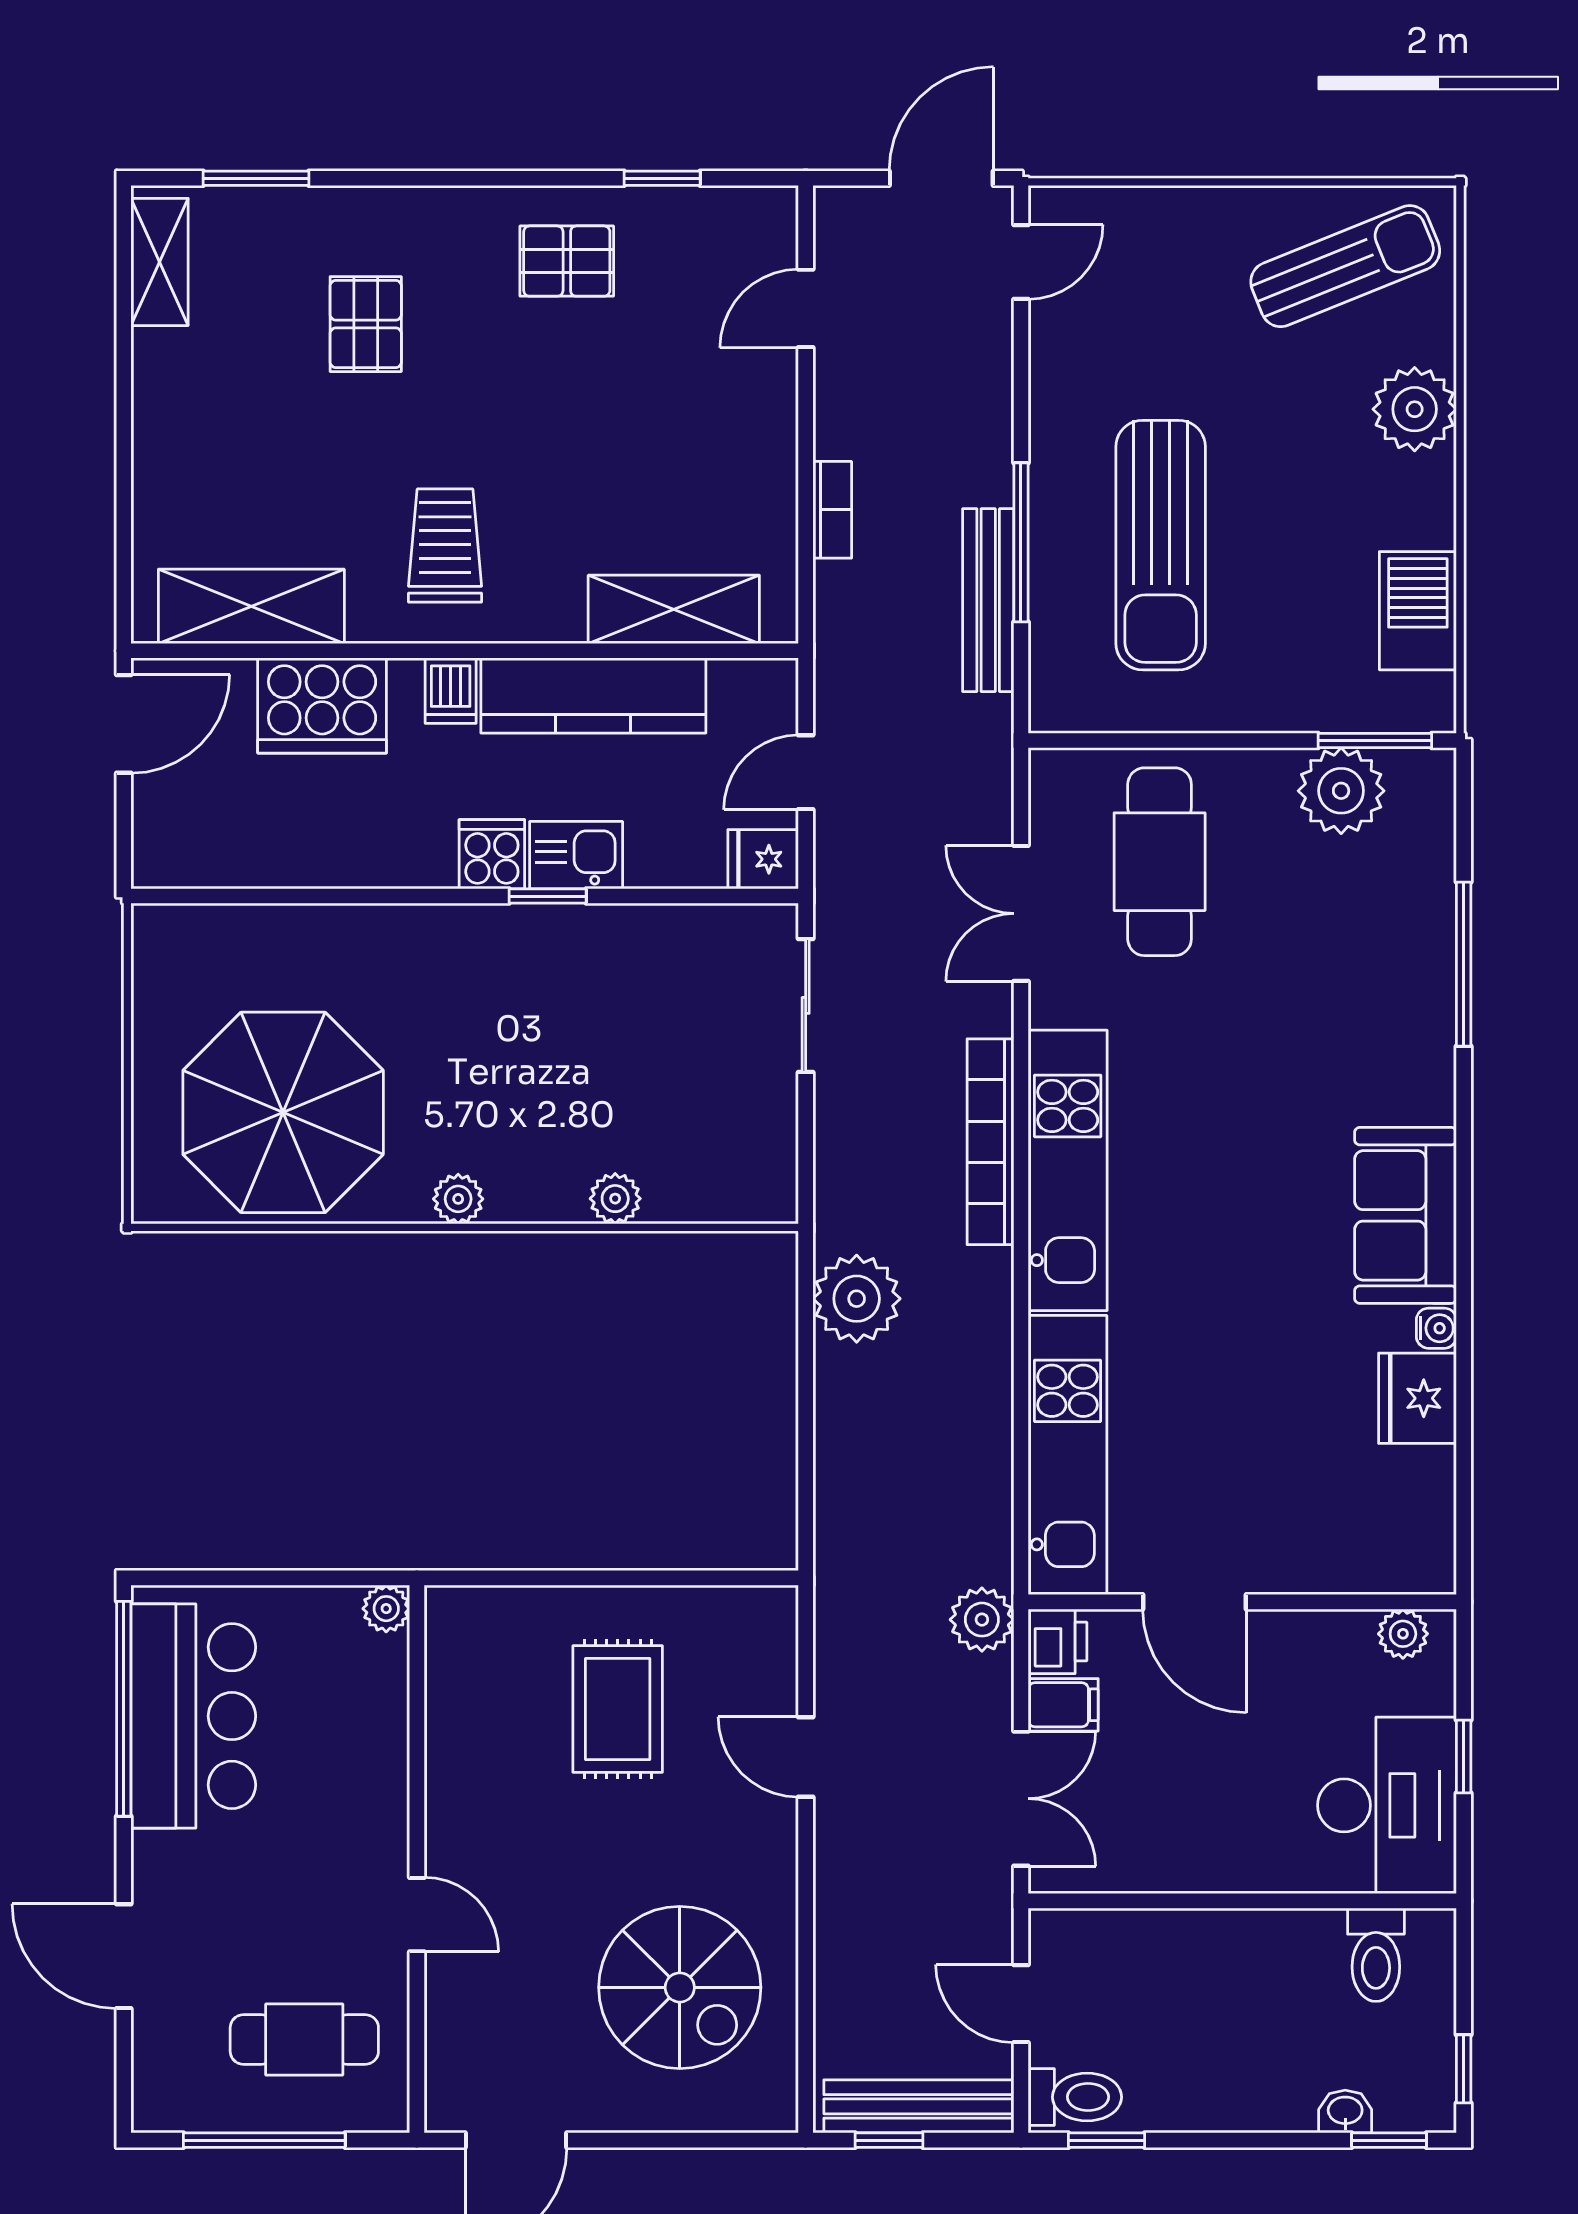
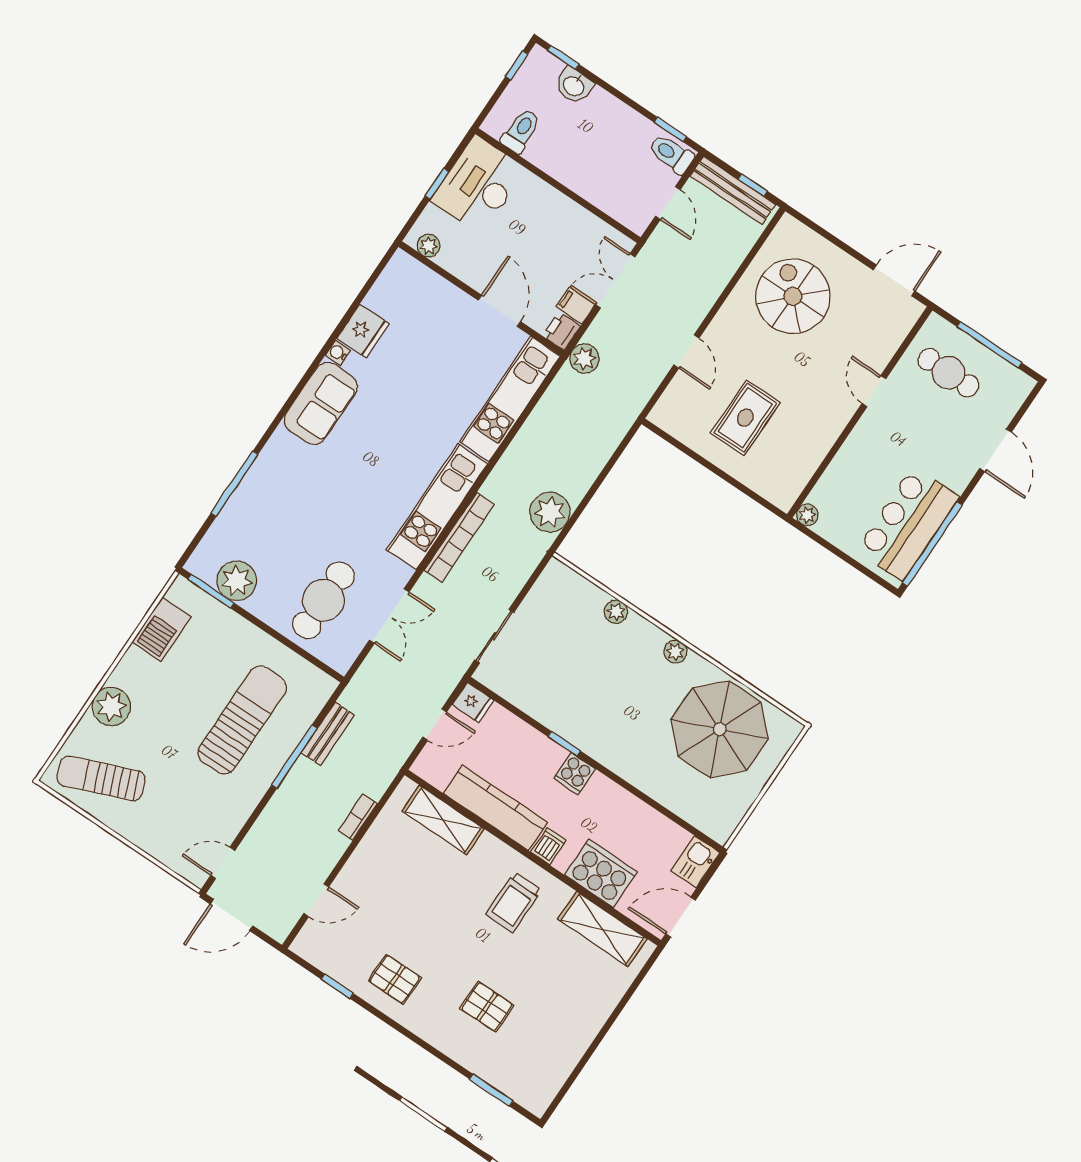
shelving: (160, 262) -> (549, 1083), removed
pallet: (366, 324) -> (487, 1007), turned 90
bench: (988, 600) -> (328, 734), width x0.73
kitchen sink: (576, 855) -> (695, 862), moved, turned 90
washbasin: (1345, 2112) -> (574, 86), width x1.38, depth x1.45

